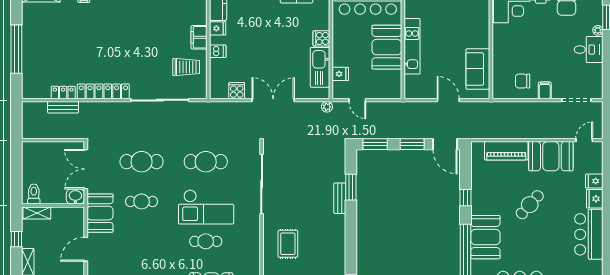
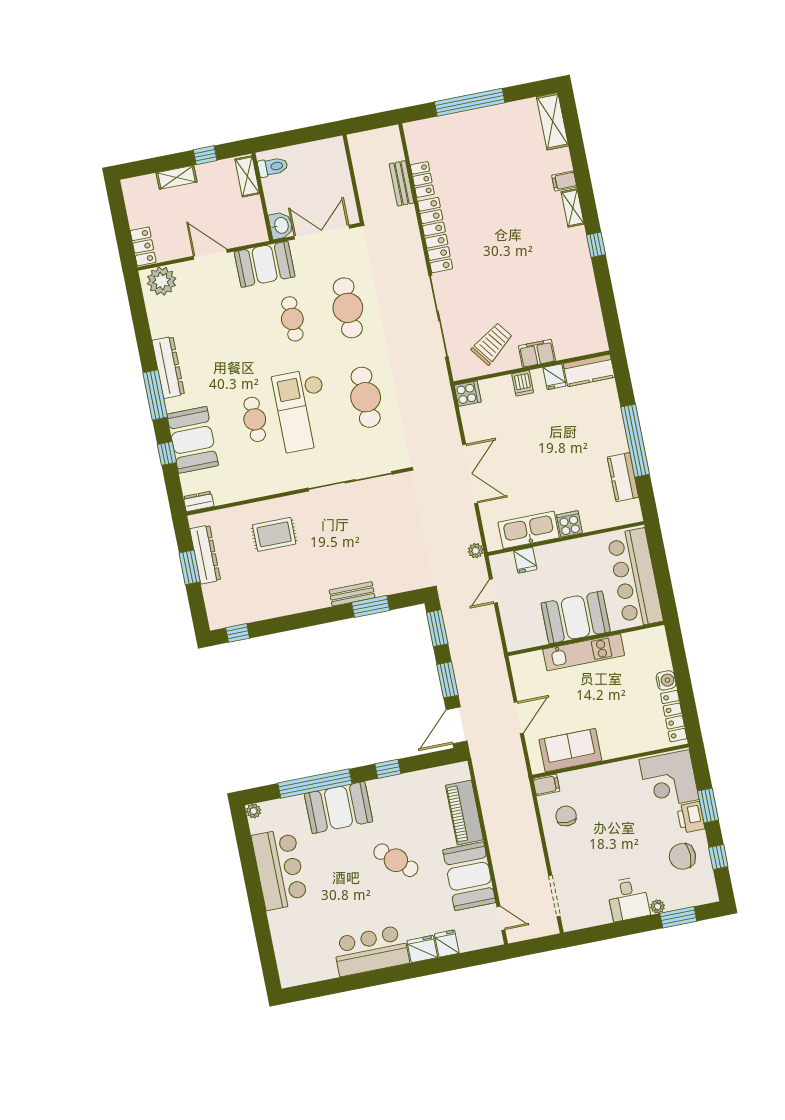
trolley: (186, 67) -> (492, 344), turned -127
filing cabinet: (545, 90) -> (546, 785), moved
cooker: (237, 91) -> (468, 394), moved

